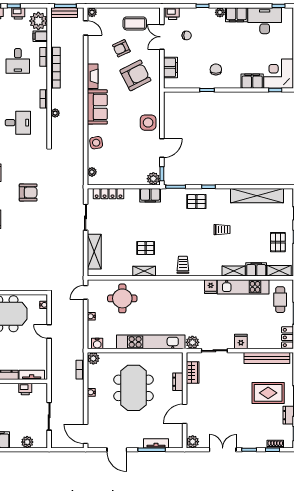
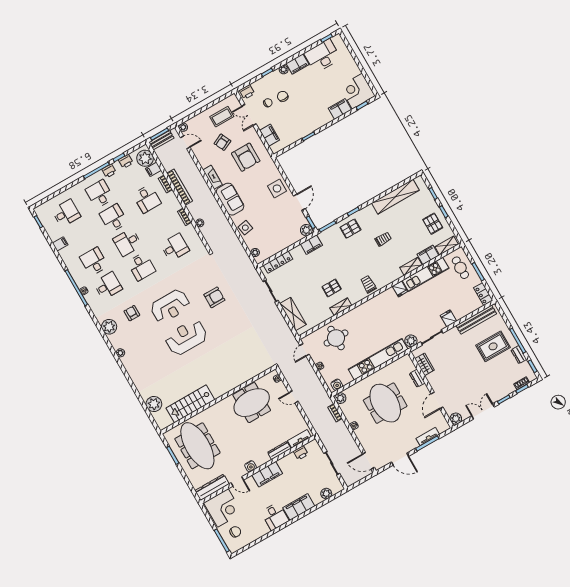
chair: (216, 69) -> (283, 96), moved
armchair: (135, 75) -> (246, 157), turned 117

